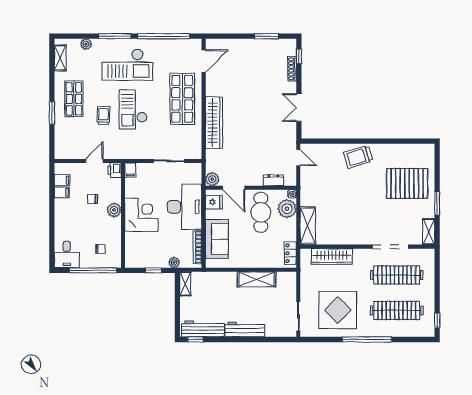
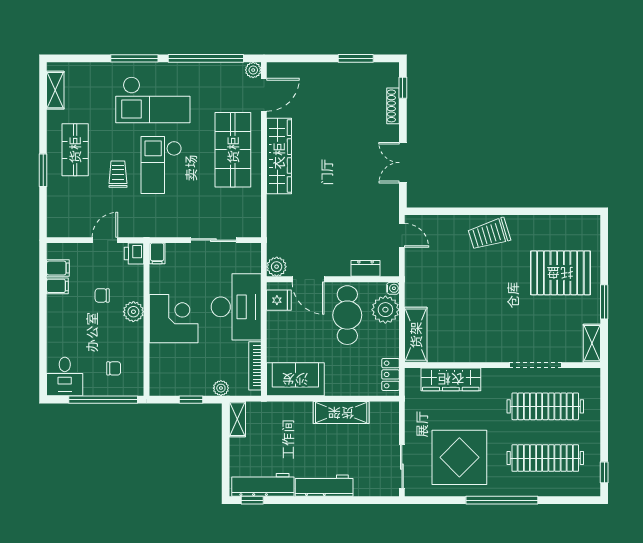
plant: (86, 44) -> (253, 70), moved
wardrobe: (214, 123) -> (279, 156), moved
sofa: (217, 239) -> (295, 379), moved, turned -90

